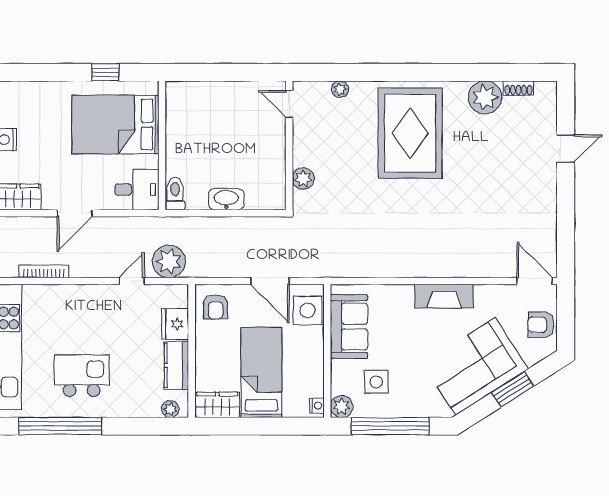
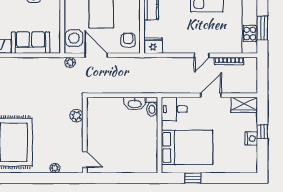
washbasin: (226, 199) -> (135, 104), moved
plant: (169, 261) -> (70, 62), moved, width x0.53, depth x0.53
door: (132, 281) -> (202, 55), moved
fridge: (175, 324) -> (153, 46), moved, turned -90
sofa: (349, 327) -> (31, 43), moved, turned 90

